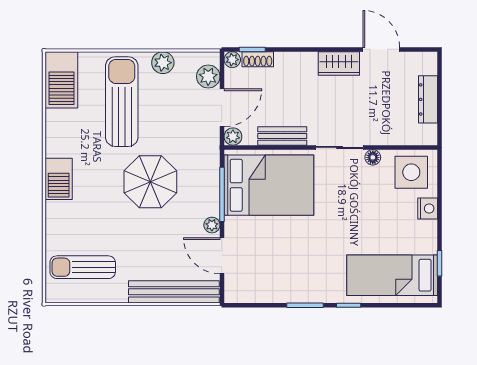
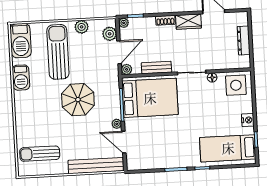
shoe rack: (258, 59) -> (165, 20), moved
barbecue: (59, 179) -> (21, 78), moved
nightstand: (428, 208) -> (248, 120), moved

